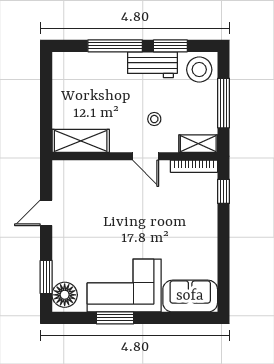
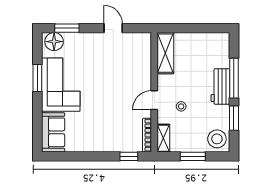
workbench: (152, 65) -> (220, 86), moved
window: (224, 103) -> (193, 156), width x0.69

